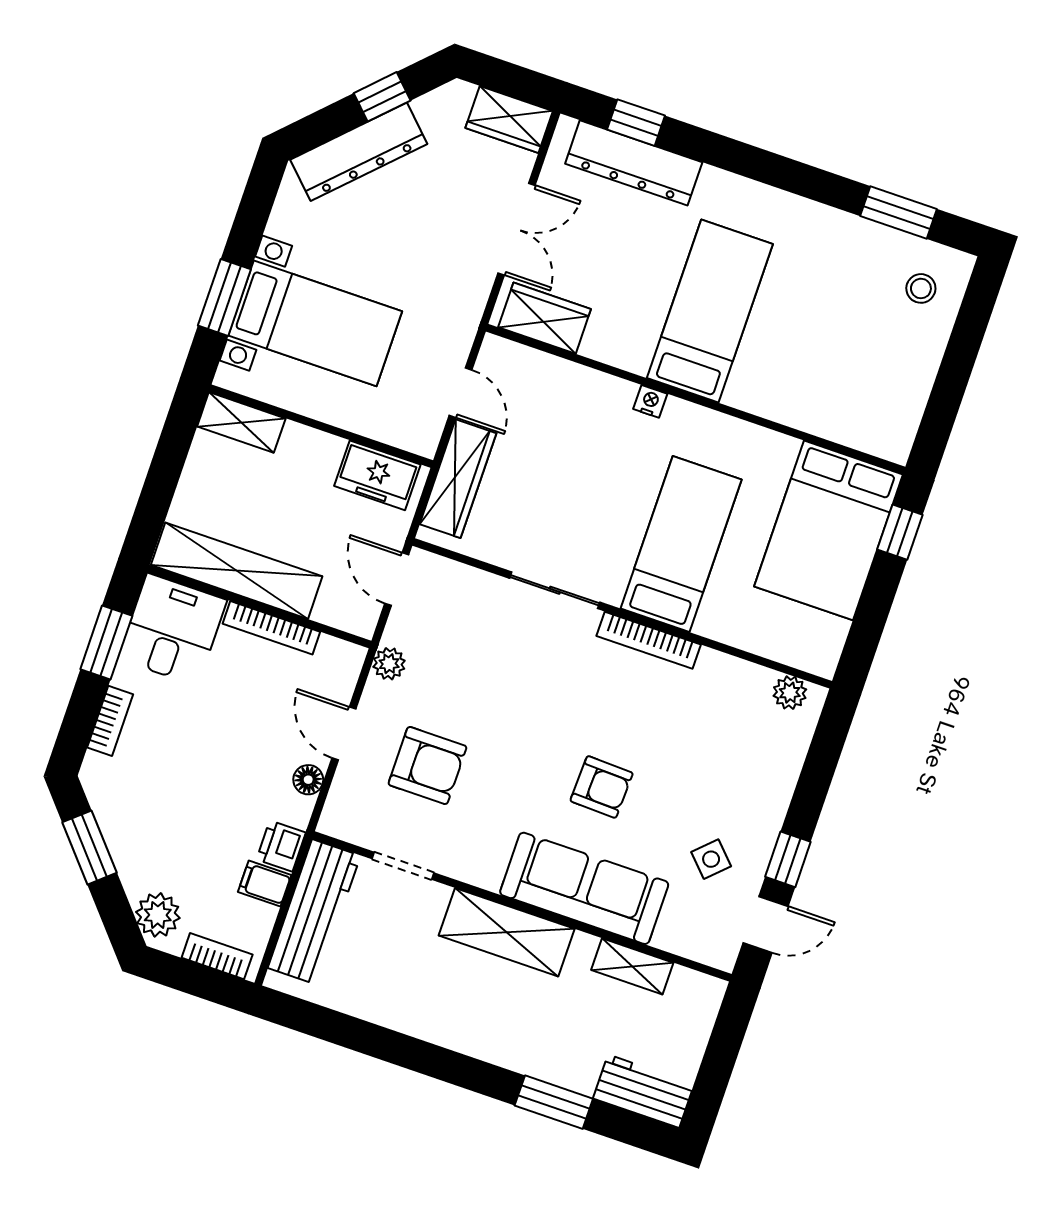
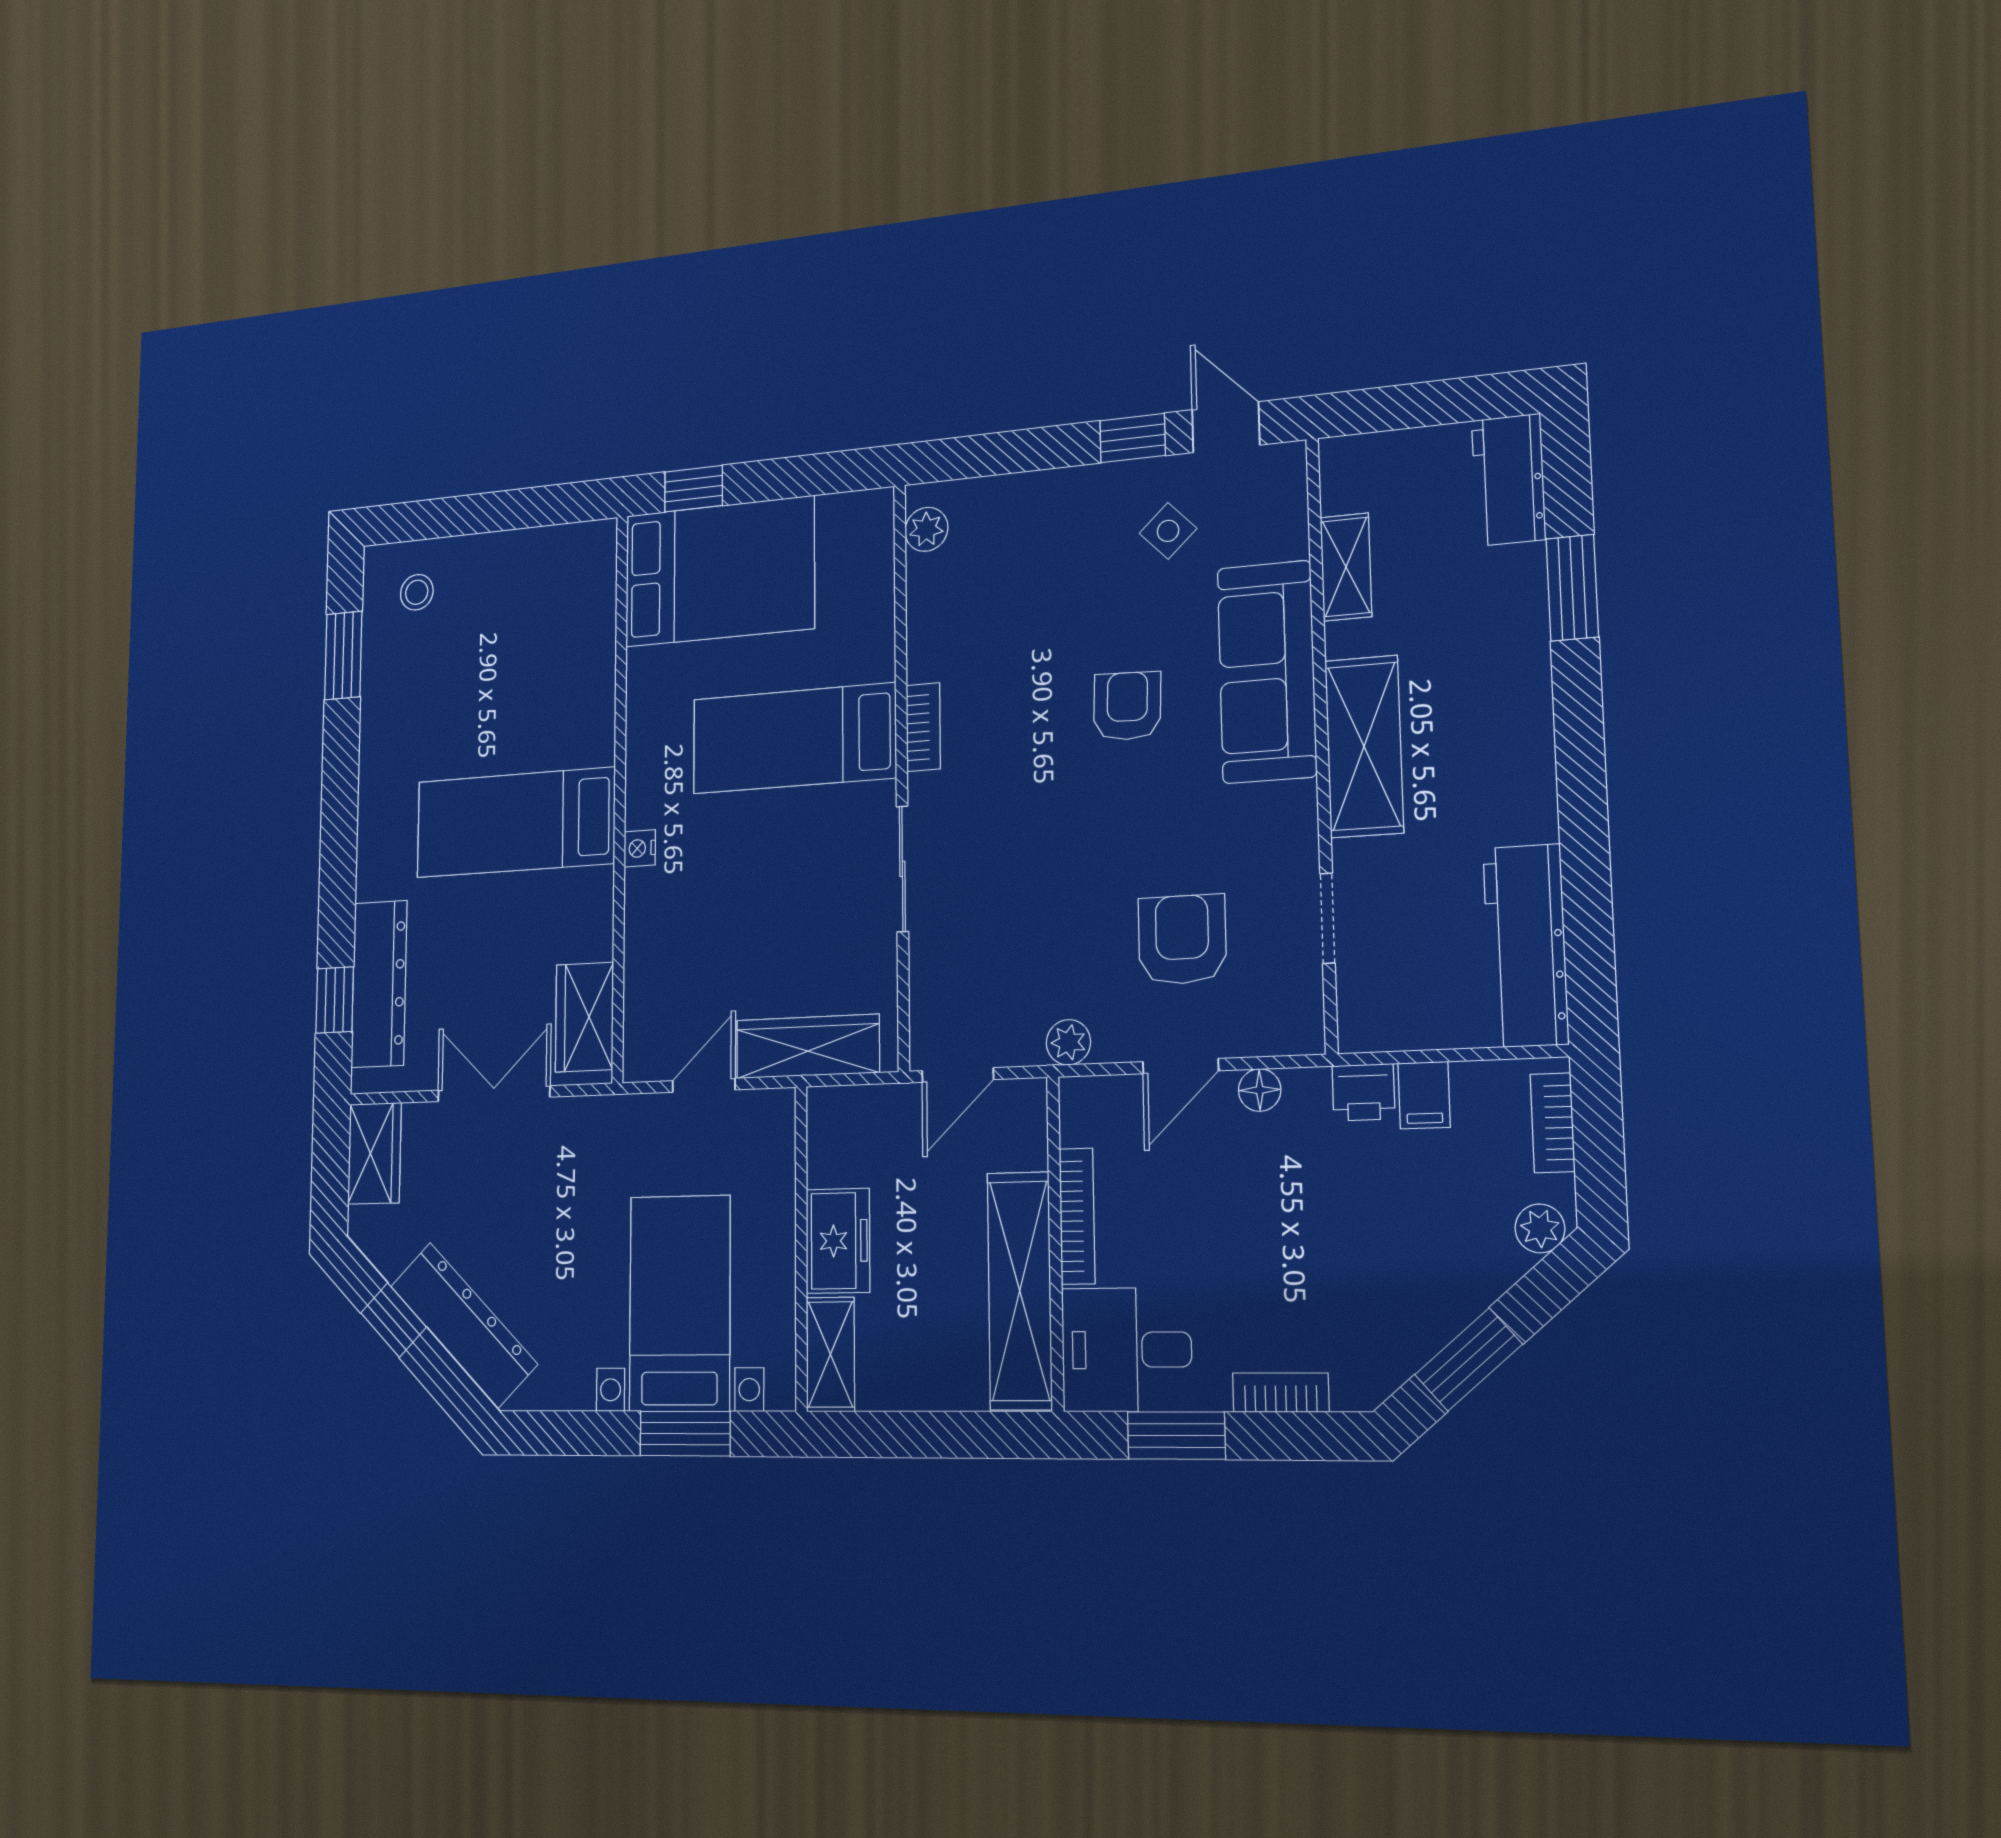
freezer: (377, 475) -> (838, 1241), moved
bookcase: (649, 640) -> (923, 727), width x0.64
workbench: (314, 912) -> (1526, 946), moved, turned -90
plant: (158, 915) -> (1540, 1228), width x0.73, depth x0.73

